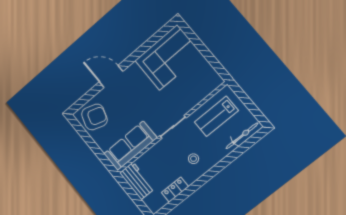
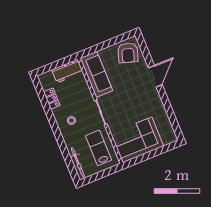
corner sofa: (168, 57) -> (137, 140), moved, turned 90

